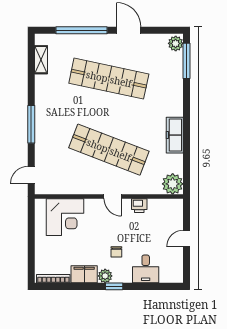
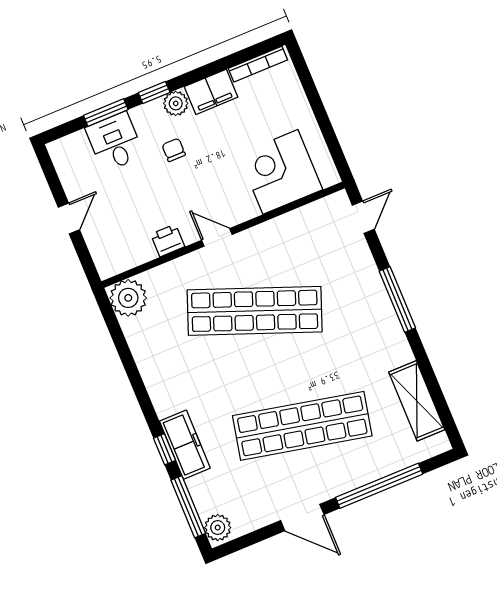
shelving: (41, 60) -> (417, 401), width x1.50, depth x1.33
window: (187, 96) -> (164, 449), added
freezer: (175, 135) -> (185, 445), moved
window: (144, 286) -> (106, 113), added

